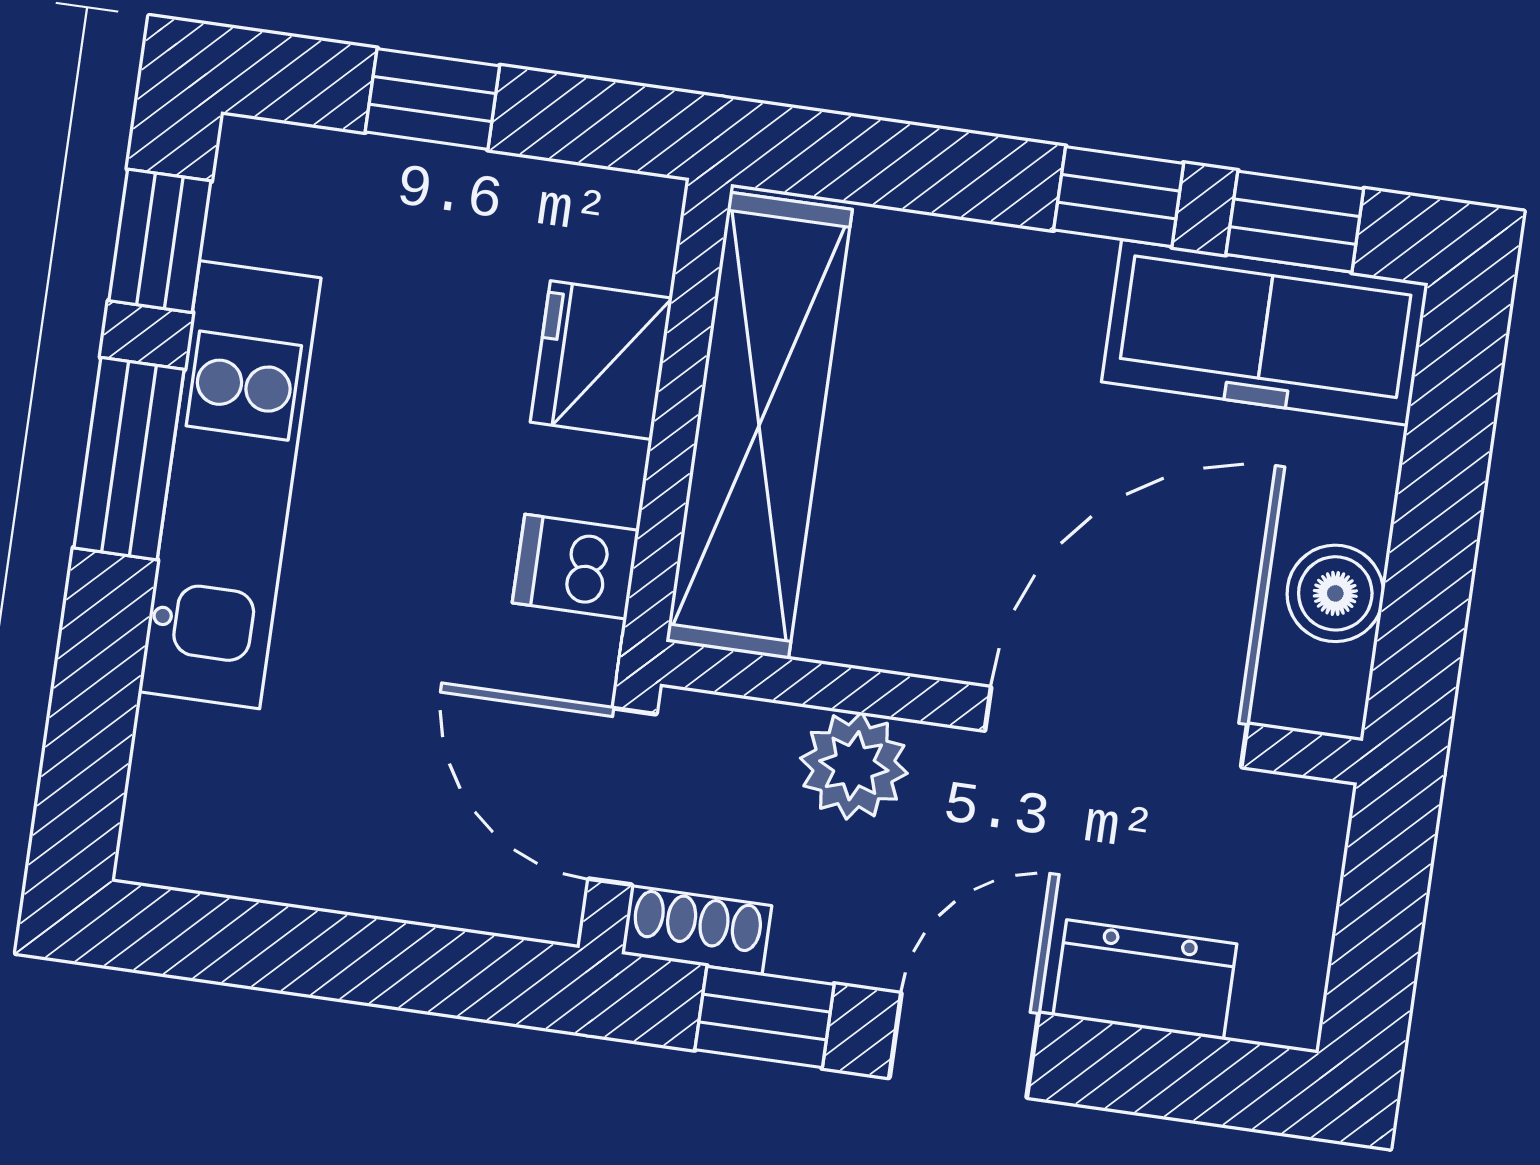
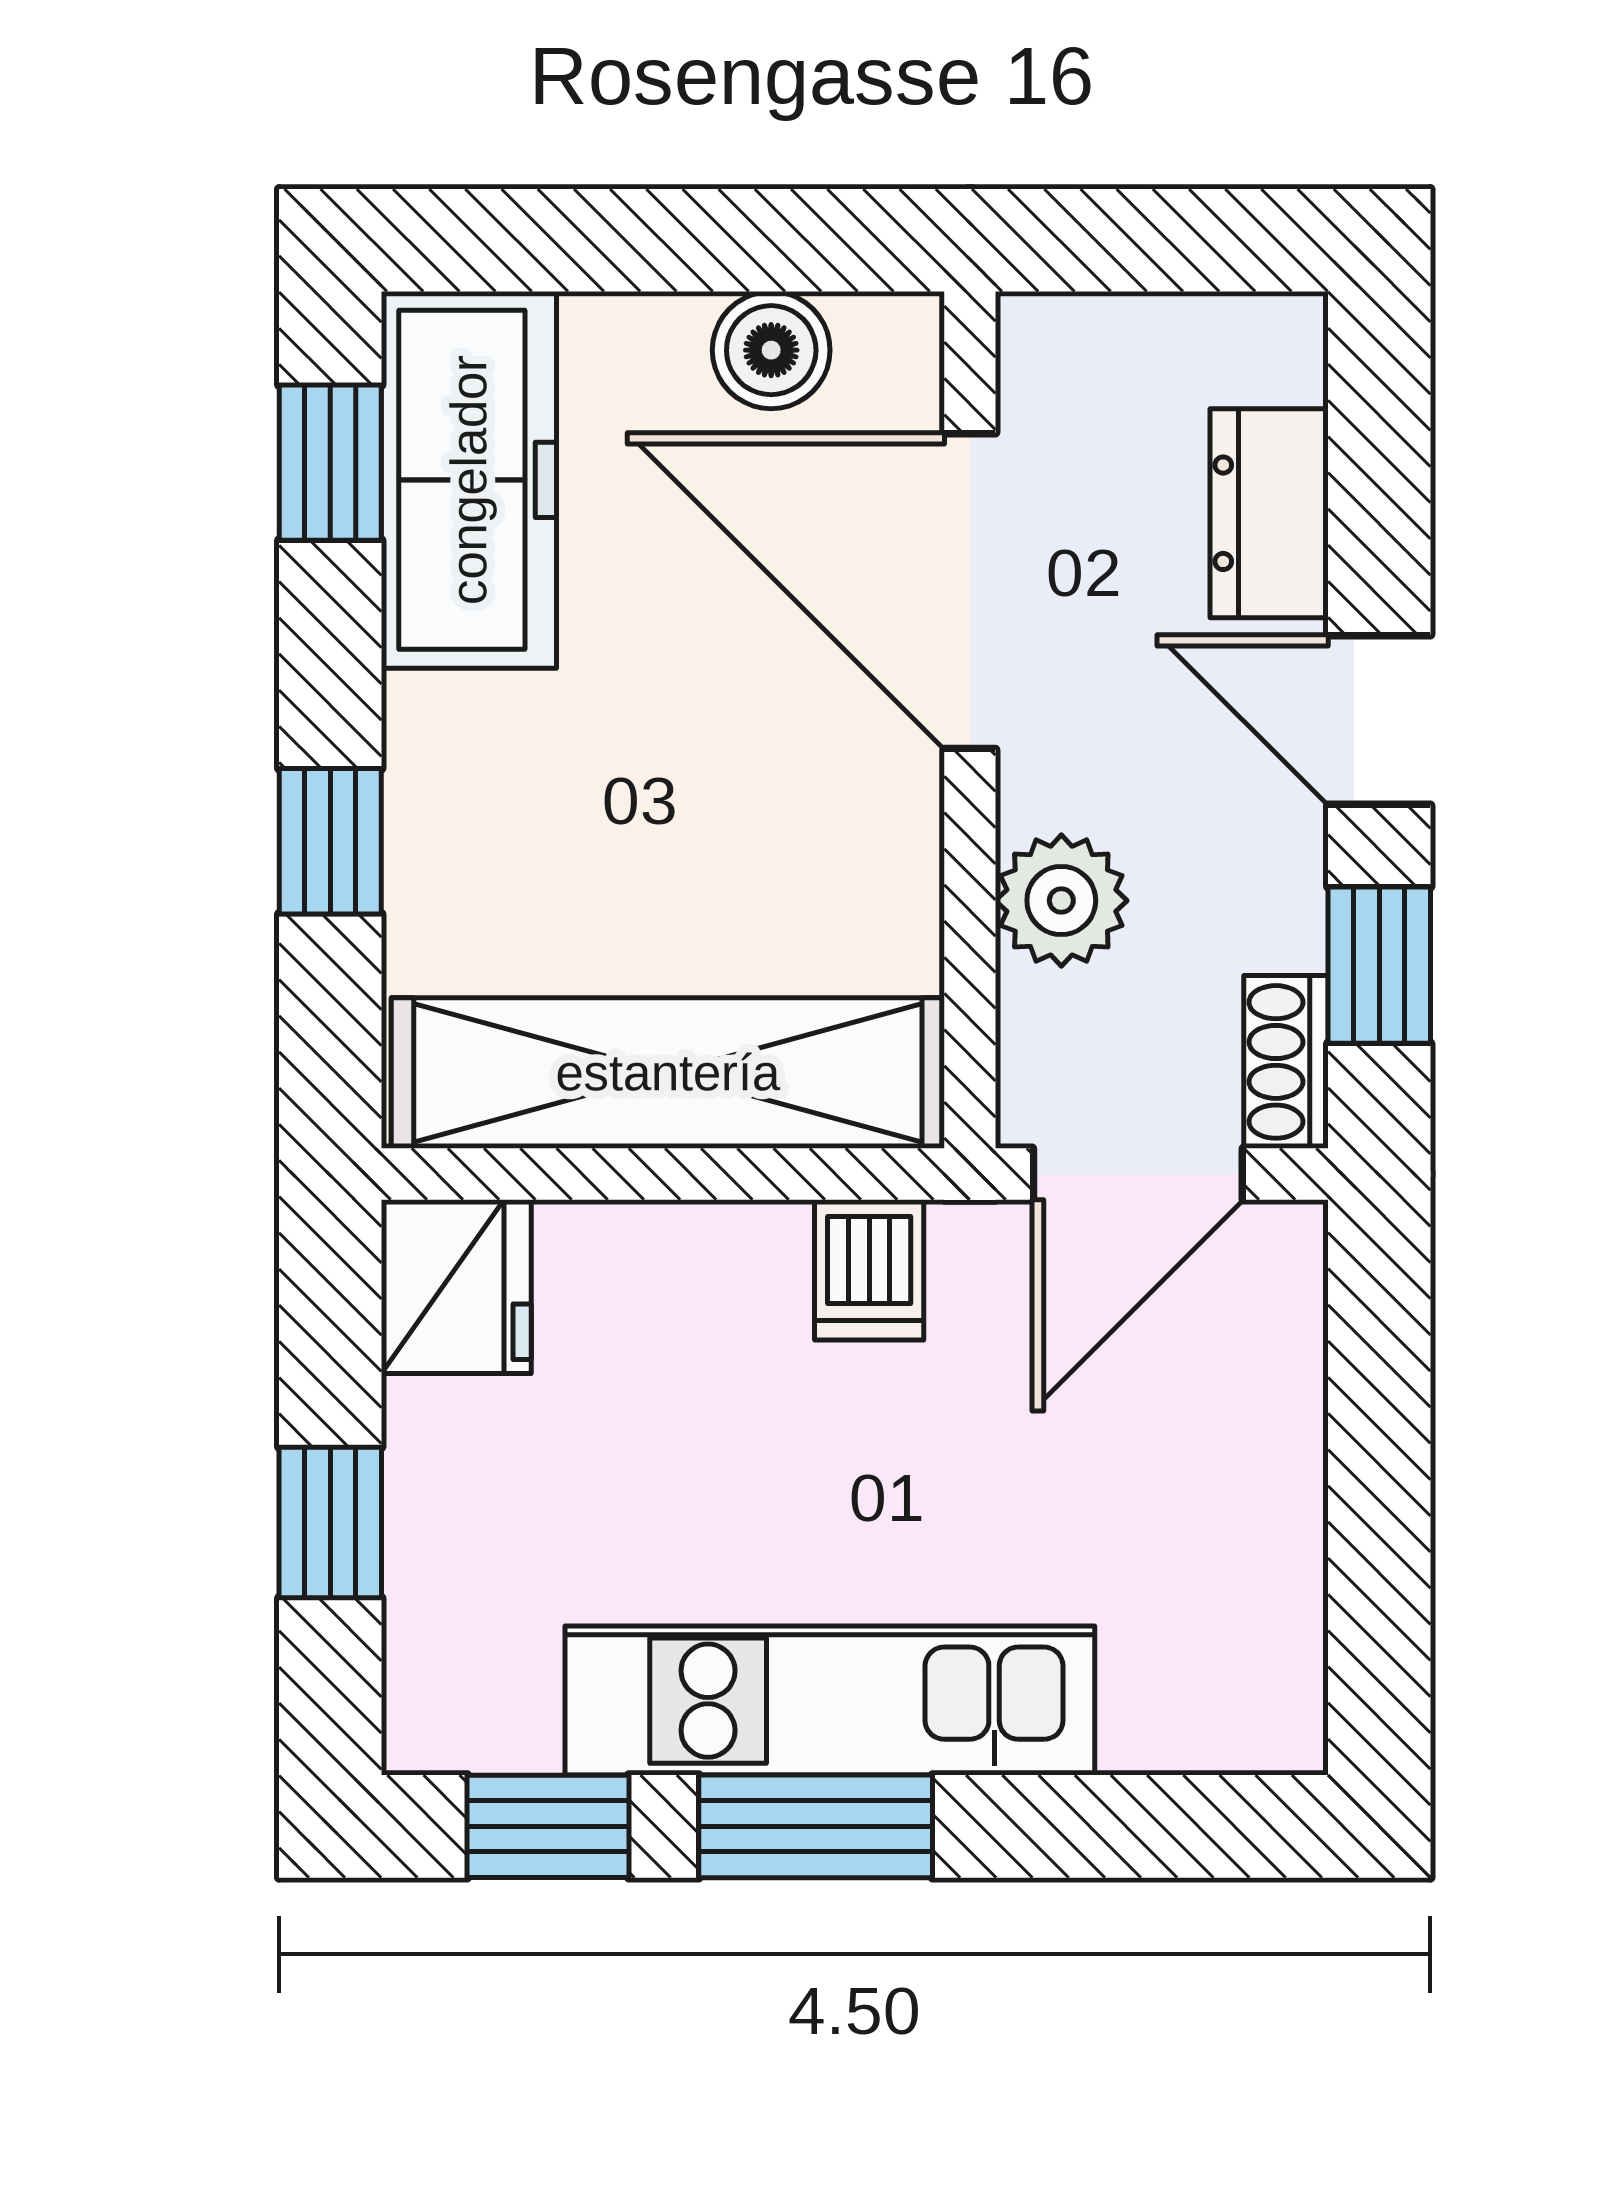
window: (1119, 197) -> (330, 841), moved
fridge: (601, 360) -> (456, 1287), moved, turned -90

